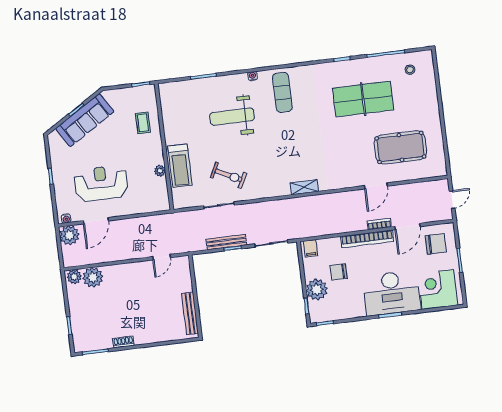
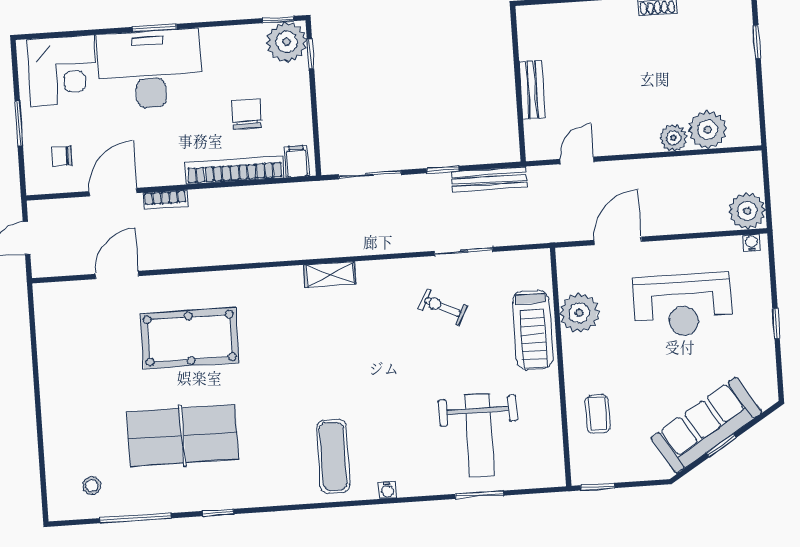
weight bench: (232, 117) -> (479, 435), moved, turned 90
pool table: (400, 147) -> (190, 338), moved
treadmill: (180, 166) -> (533, 330), turned 180
plant: (160, 171) -> (579, 313), width x1.88, depth x1.88
exercise bike: (229, 175) -> (443, 307), width x0.73, depth x0.72
door: (376, 186) -> (117, 275), moved
shelving: (304, 187) -> (330, 275), moved
door: (96, 221) -> (618, 241), moved
bookcase: (367, 239) -> (235, 170), moved
bench: (226, 242) -> (489, 179), moved
chair: (436, 244) -> (62, 156), width x0.54, depth x0.54
chair: (339, 272) -> (247, 114), turned -90
plant: (74, 277) -> (673, 138), moved
plant: (317, 290) -> (287, 42), moved
bench: (190, 313) -> (532, 90), moved, width x0.73

